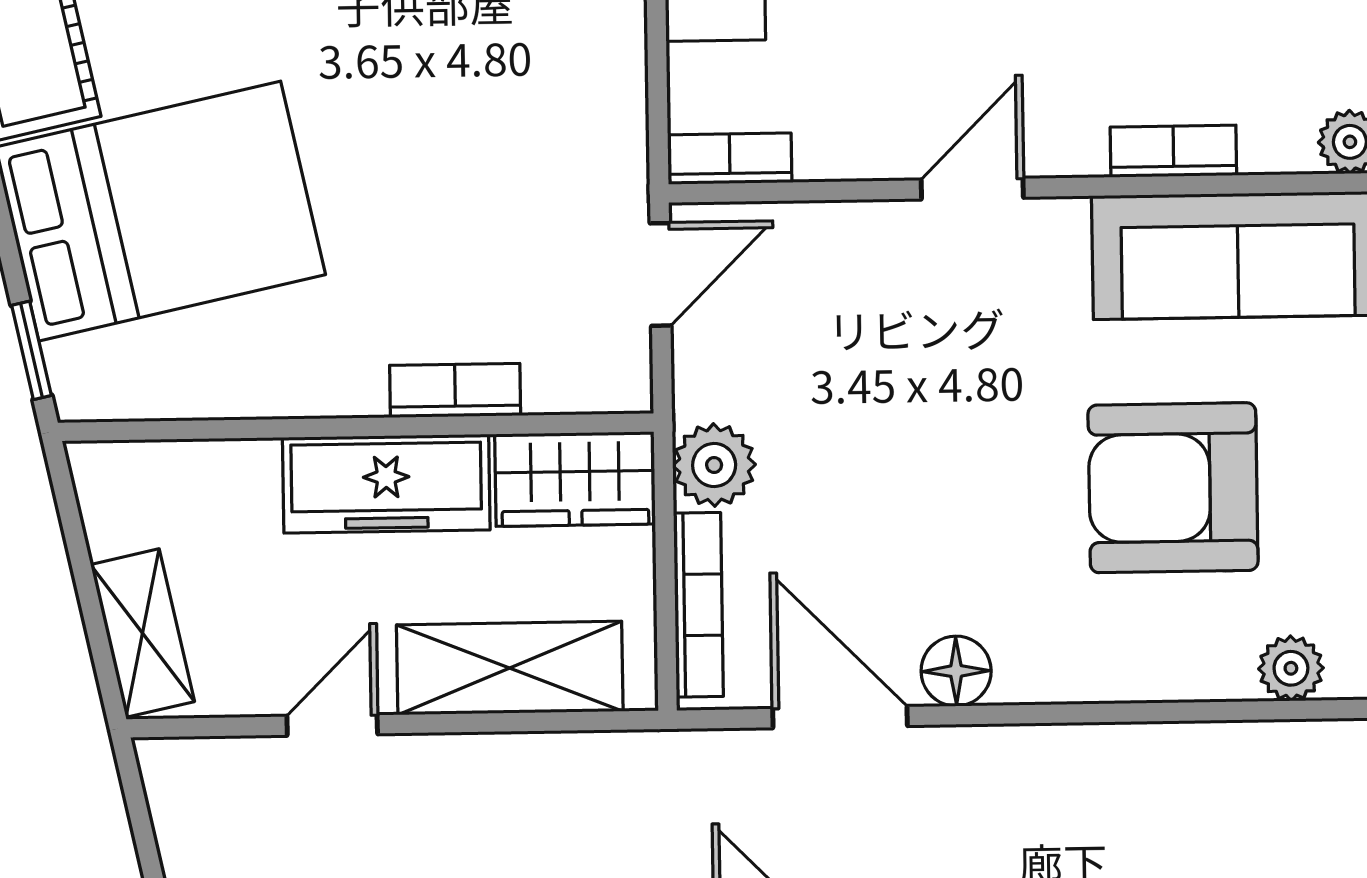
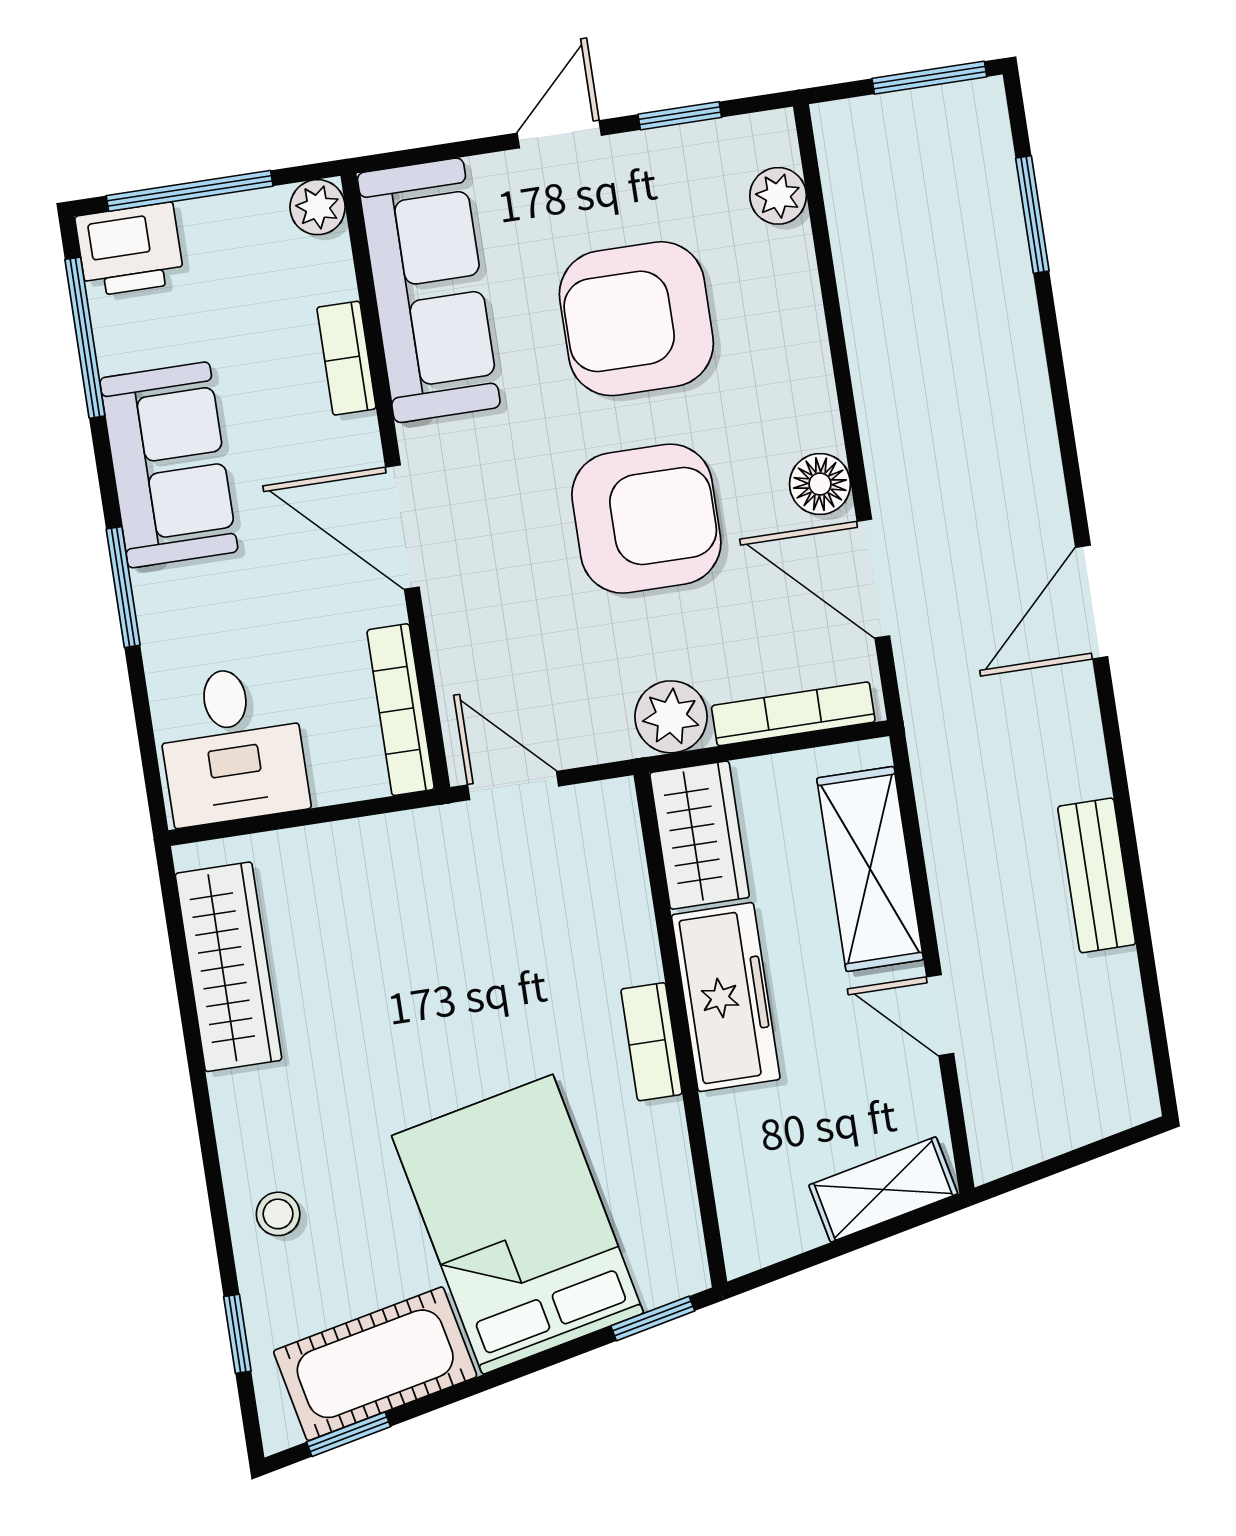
bookcase: (730, 159) -> (401, 710), width x1.56
door: (972, 189) -> (402, 527), width x1.37
bookcase: (455, 390) -> (652, 1042), moved
armchair: (944, 468) -> (646, 519), added
armchair: (1173, 488) -> (636, 319), turned 90
door: (840, 717) -> (873, 579), hinge flipped

